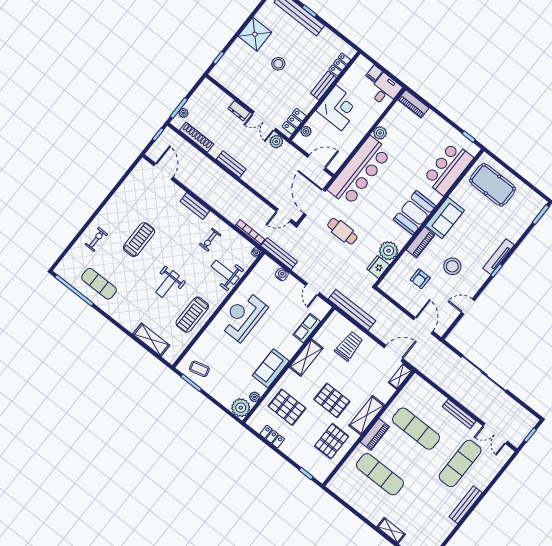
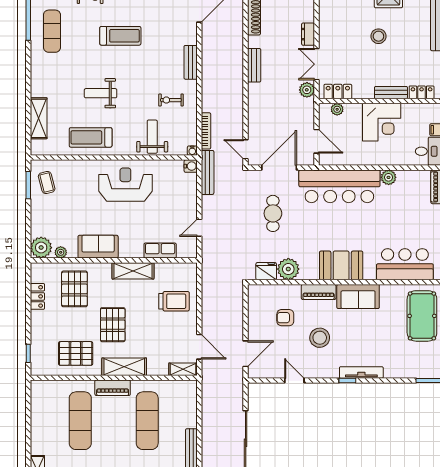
water cooler: (282, 274) -> (191, 166), moved
bench: (352, 310) -> (209, 278), removed

